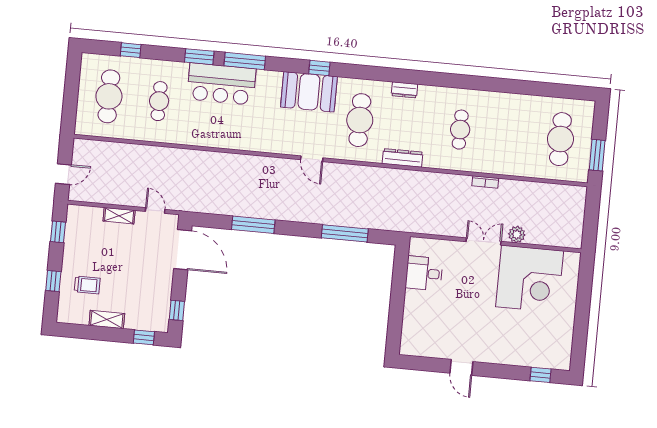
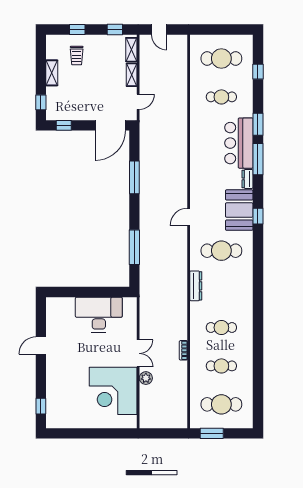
dresser: (404, 90) -> (248, 179), moved
cafe table: (510, 134) -> (221, 366), added
shelving: (86, 213) -> (131, 50), added
desk: (424, 273) -> (99, 315), width x1.87, depth x1.30

